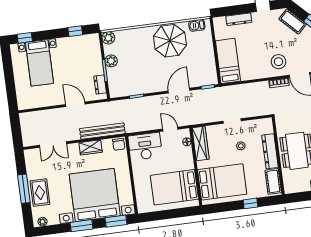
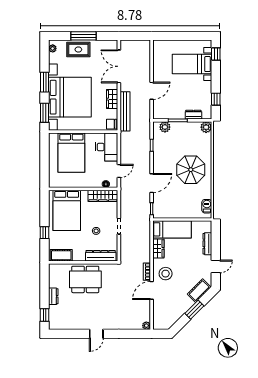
parasol: (170, 41) -> (191, 170), moved
plant: (111, 61) -> (165, 127), moved
wardrobe: (251, 73) -> (158, 248), added
dresser: (100, 85) -> (193, 115), moved
door: (179, 91) -> (152, 183), hinge flipped
double door: (53, 145) -> (119, 66), width x1.37
dresser: (270, 151) -> (101, 256), moved
bed: (174, 187) -> (71, 153), moved, turned 180

